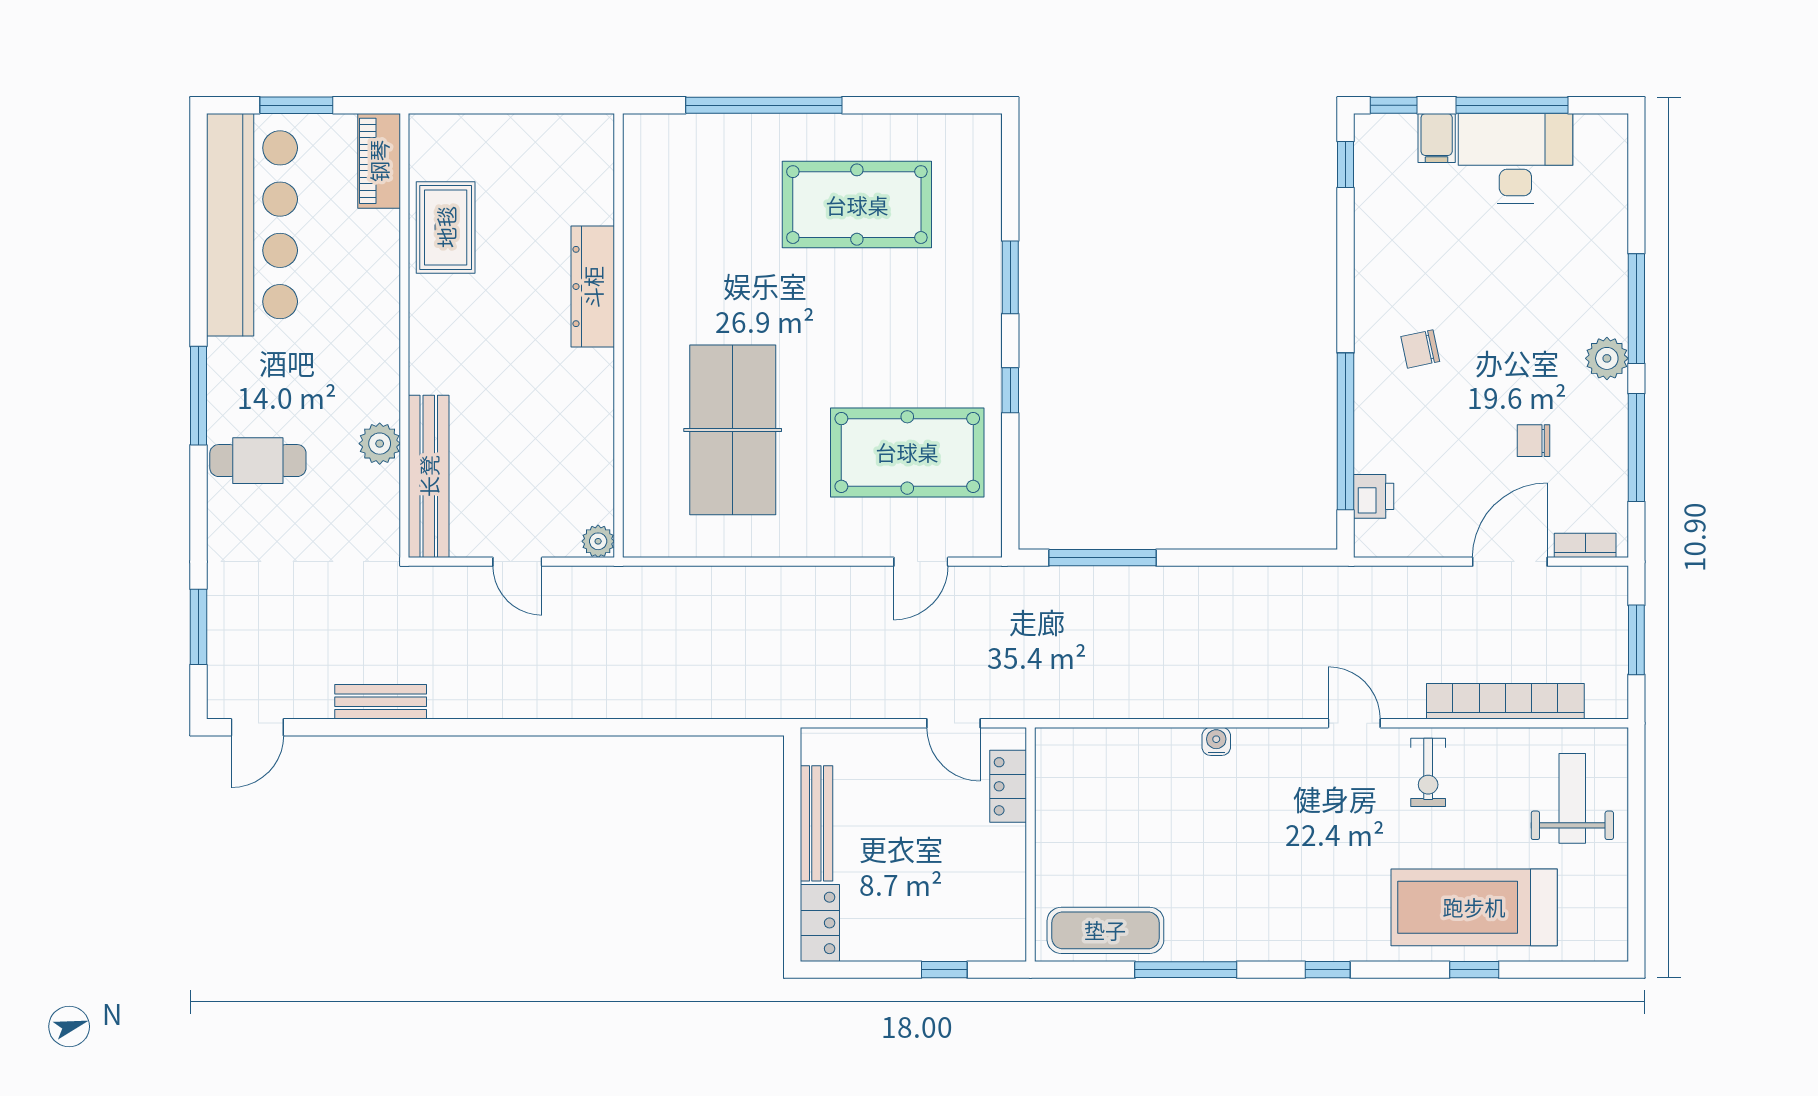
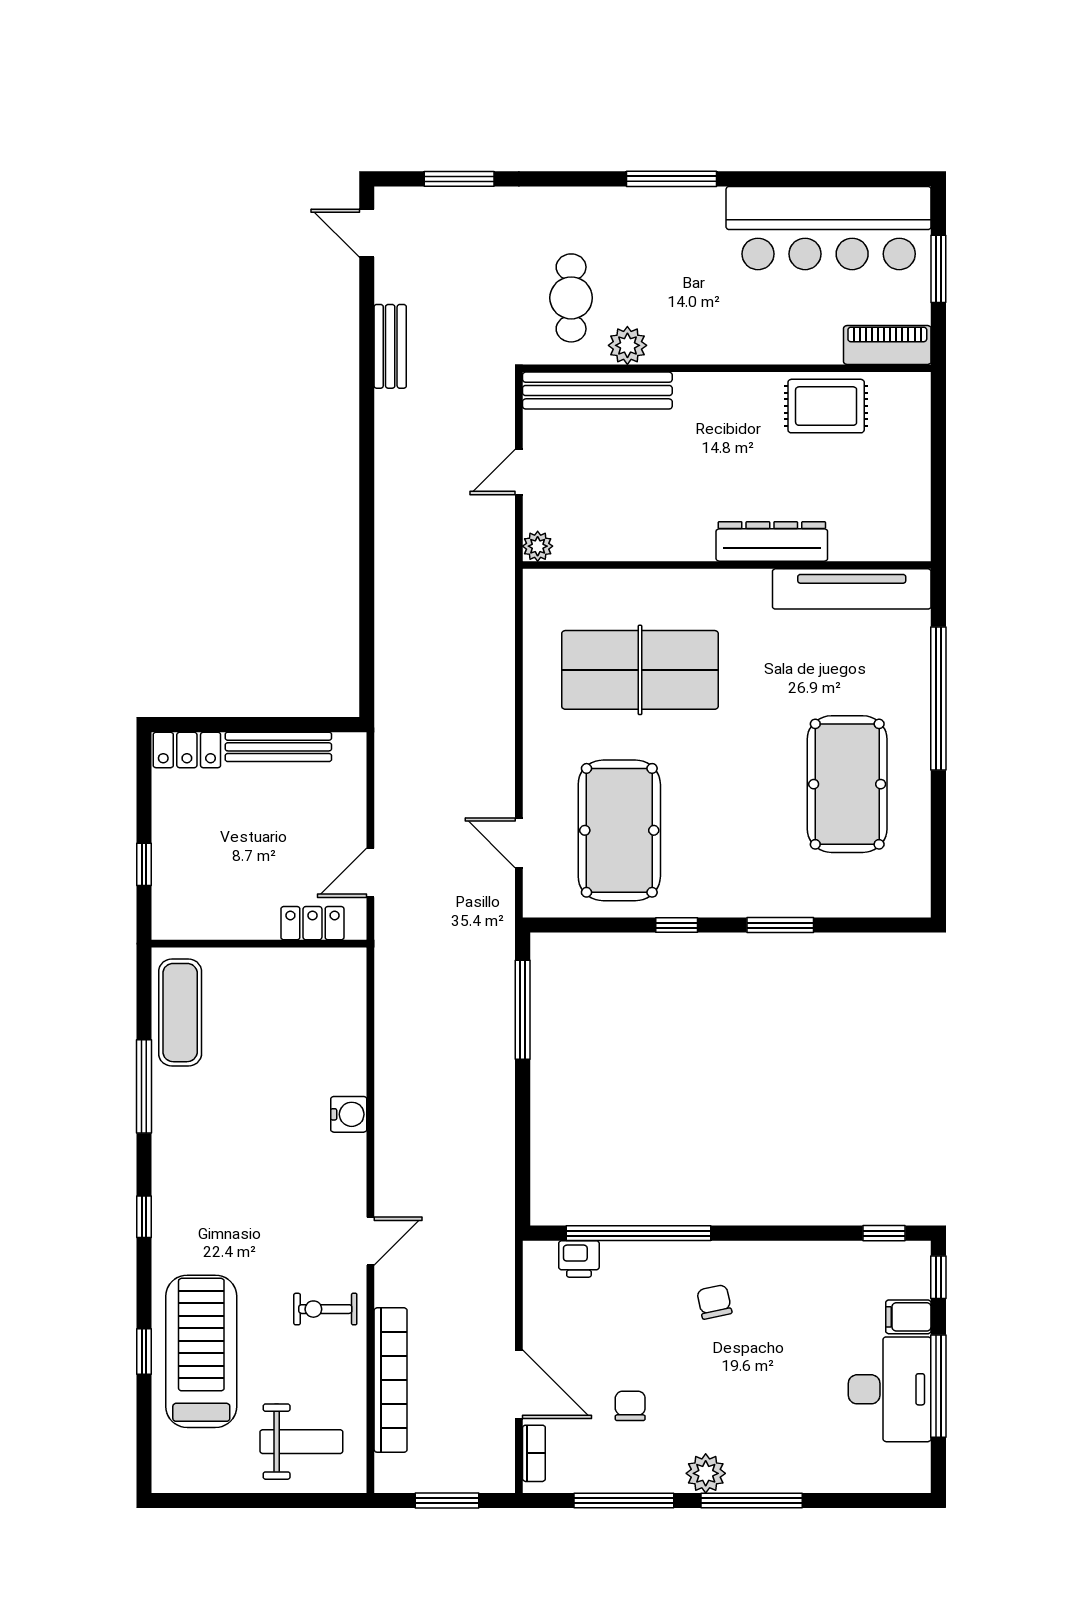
tv unit: (645, 200) -> (852, 589), added
cafe table: (258, 461) -> (571, 298), moved
water cooler: (1216, 741) -> (349, 1114), width x1.38, depth x1.38

